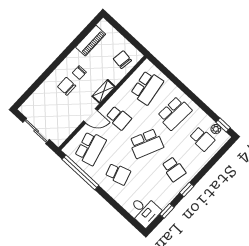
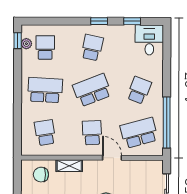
chair: (122, 60) -> (41, 175), turned 82
school desk: (147, 88) -> (45, 133), width x0.54
shelving: (104, 91) -> (69, 166), moved
school desk: (146, 144) -> (92, 90), turned -45
school desk: (118, 174) -> (139, 90), turned 39

